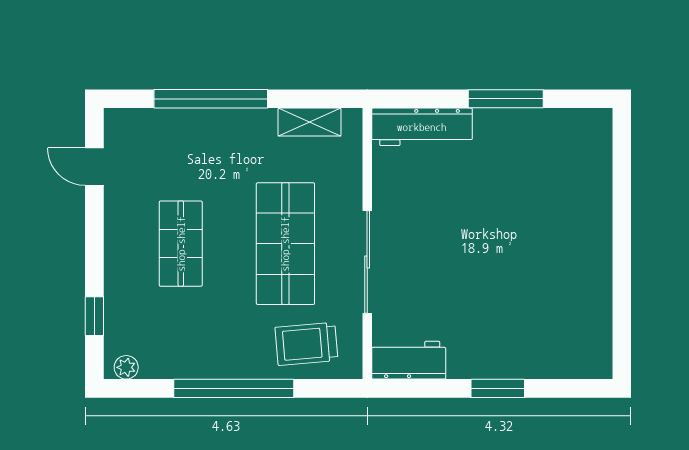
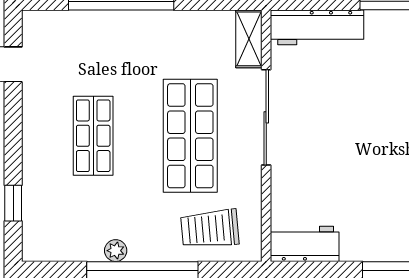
shelving: (310, 122) -> (249, 39), moved, turned 90
sliding door: (367, 262) -> (266, 117), moved
plant: (126, 367) -> (116, 251), moved

